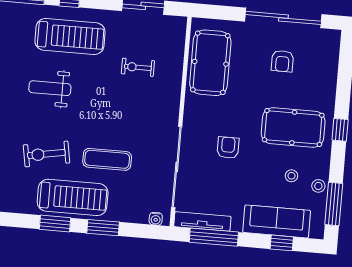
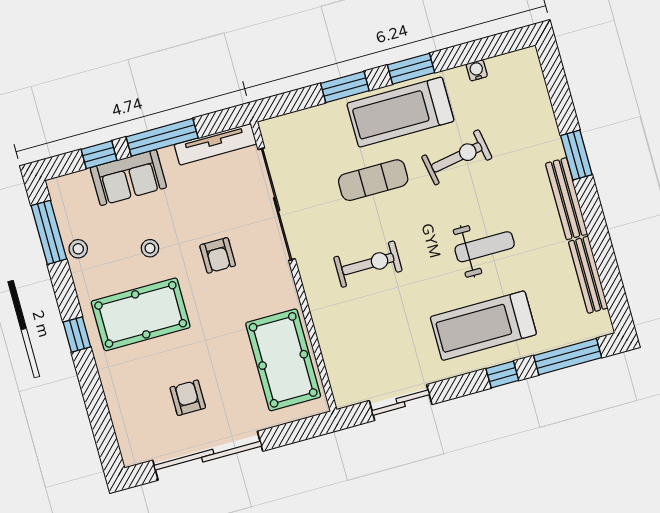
exercise bike: (138, 67) -> (368, 264), moved, width x1.38, depth x1.39
stool: (291, 176) -> (150, 248), moved
water cooler: (156, 219) -> (477, 70), moved
sofa: (277, 221) -> (128, 178), width x0.73
window: (214, 237) -> (162, 137), moved

